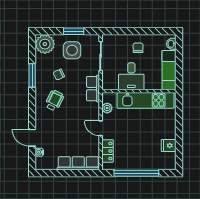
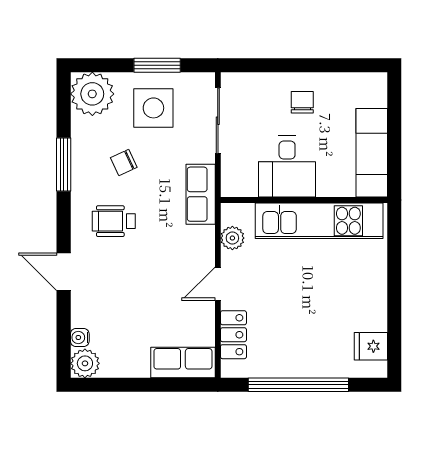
washbasin: (171, 44) -> (377, 93), removed
wheelchair: (54, 101) -> (114, 221), turned -117
door: (101, 128) -> (218, 284), hinge flipped
door: (32, 138) -> (64, 272), moved
fridge: (169, 145) -> (371, 346), moved
row of seats: (78, 163) -> (183, 362), width x0.68
plant: (42, 164) -> (85, 363), added

